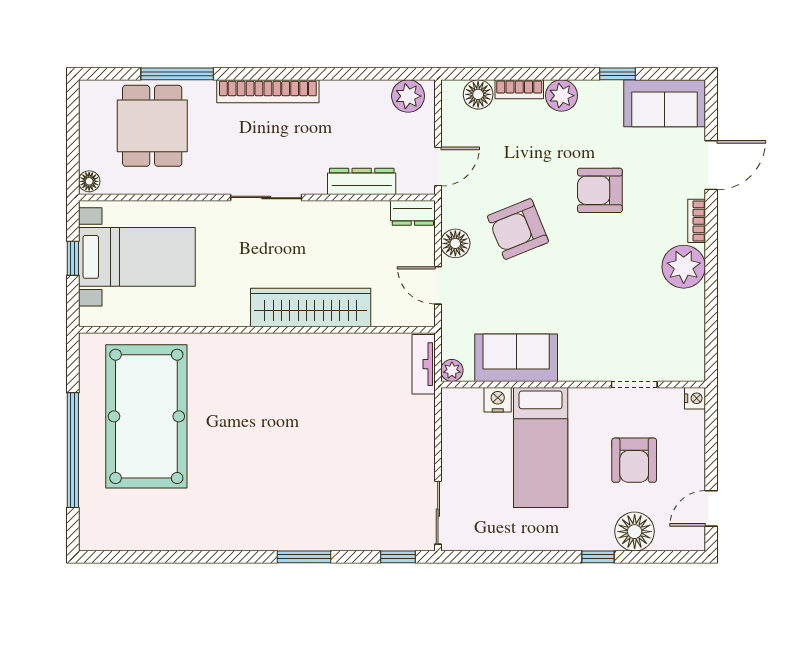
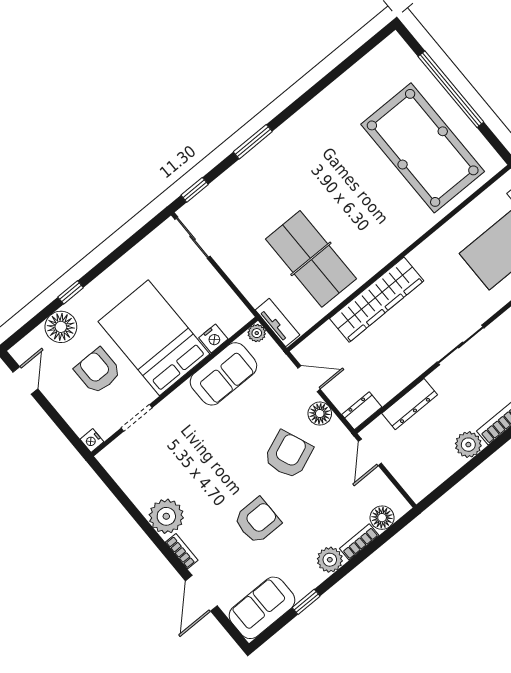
plant: (408, 96) -> (468, 445), moved
table tennis table: (341, 399) -> (311, 259), added
bed: (541, 447) -> (154, 338), width x1.50

